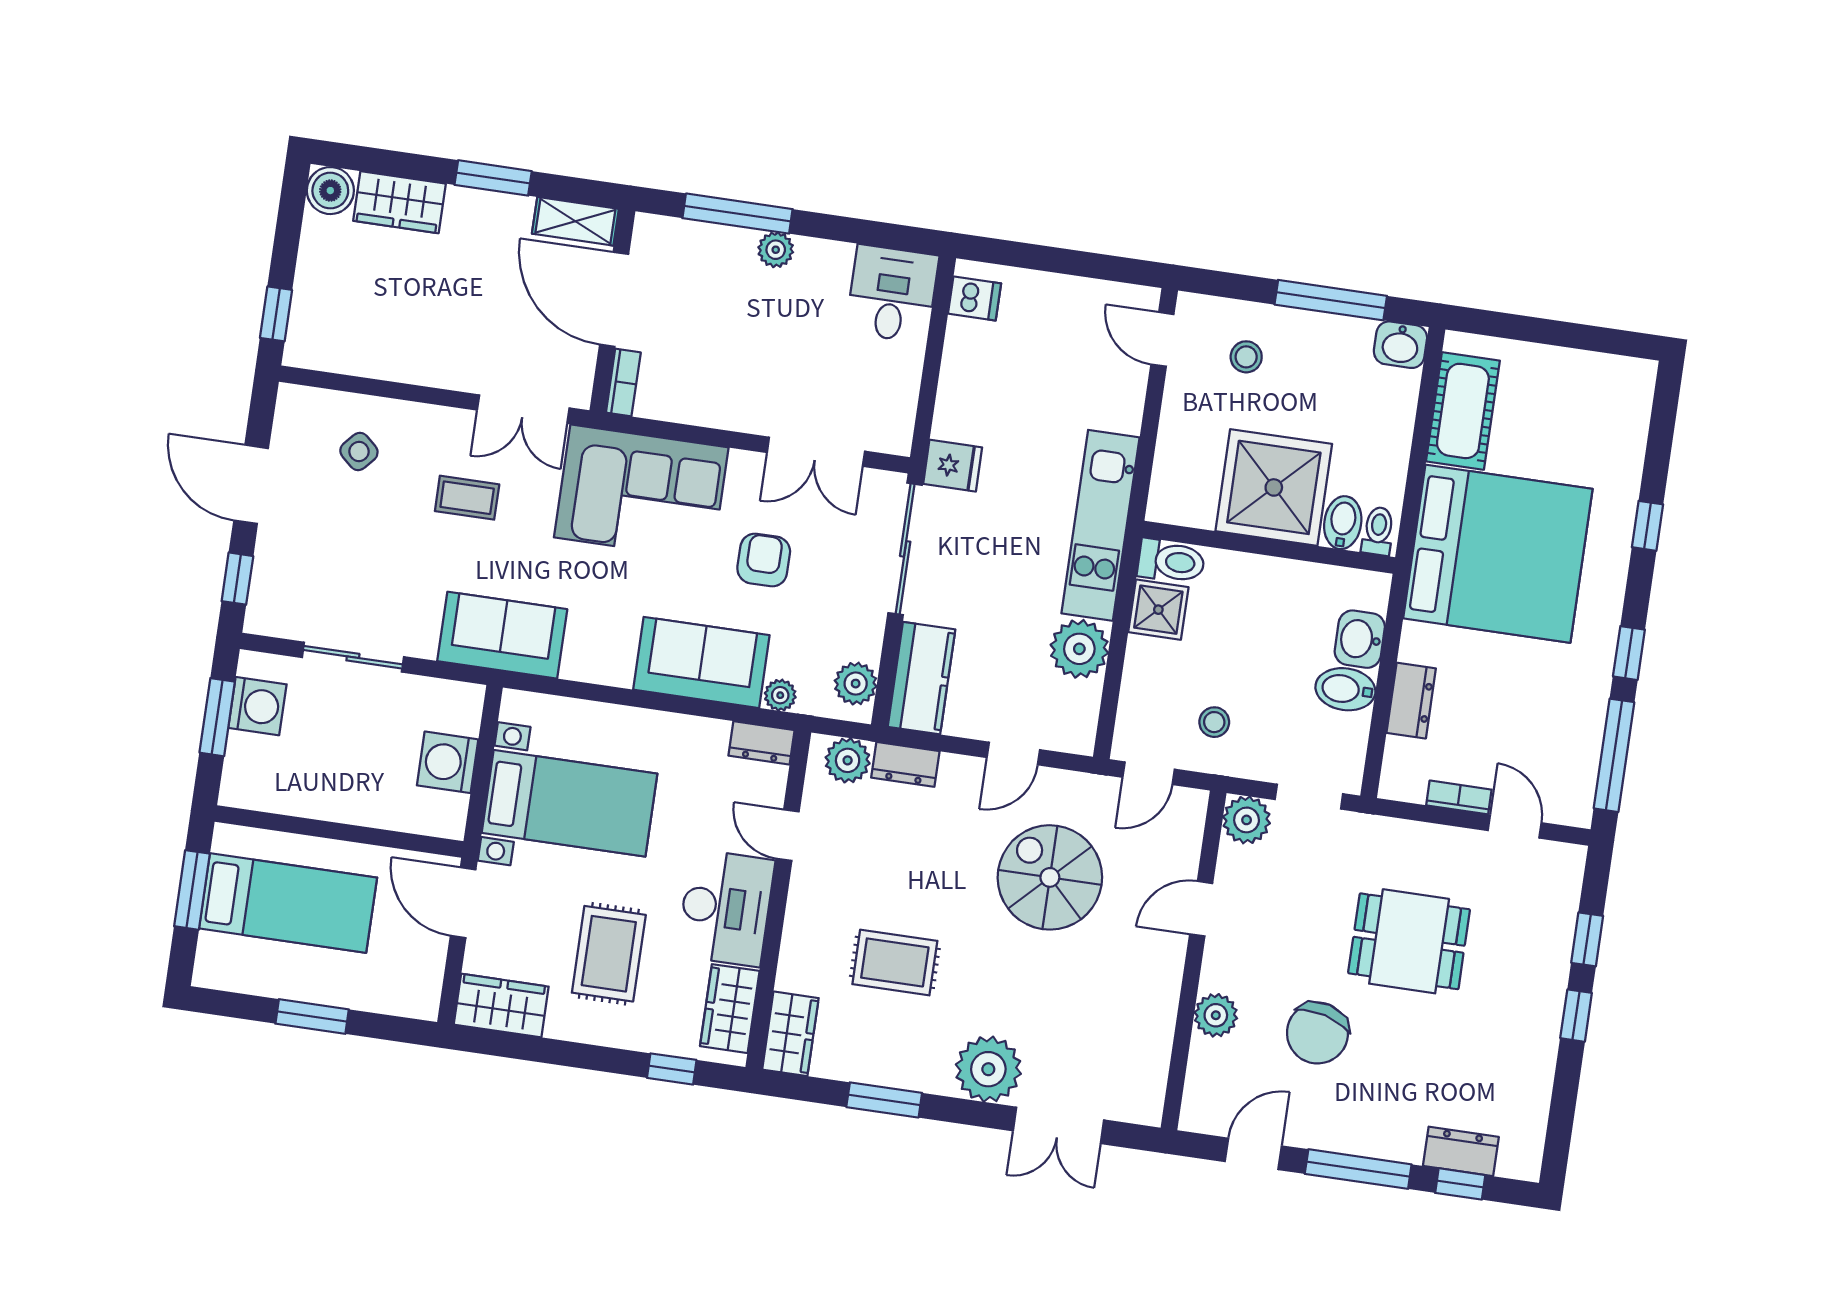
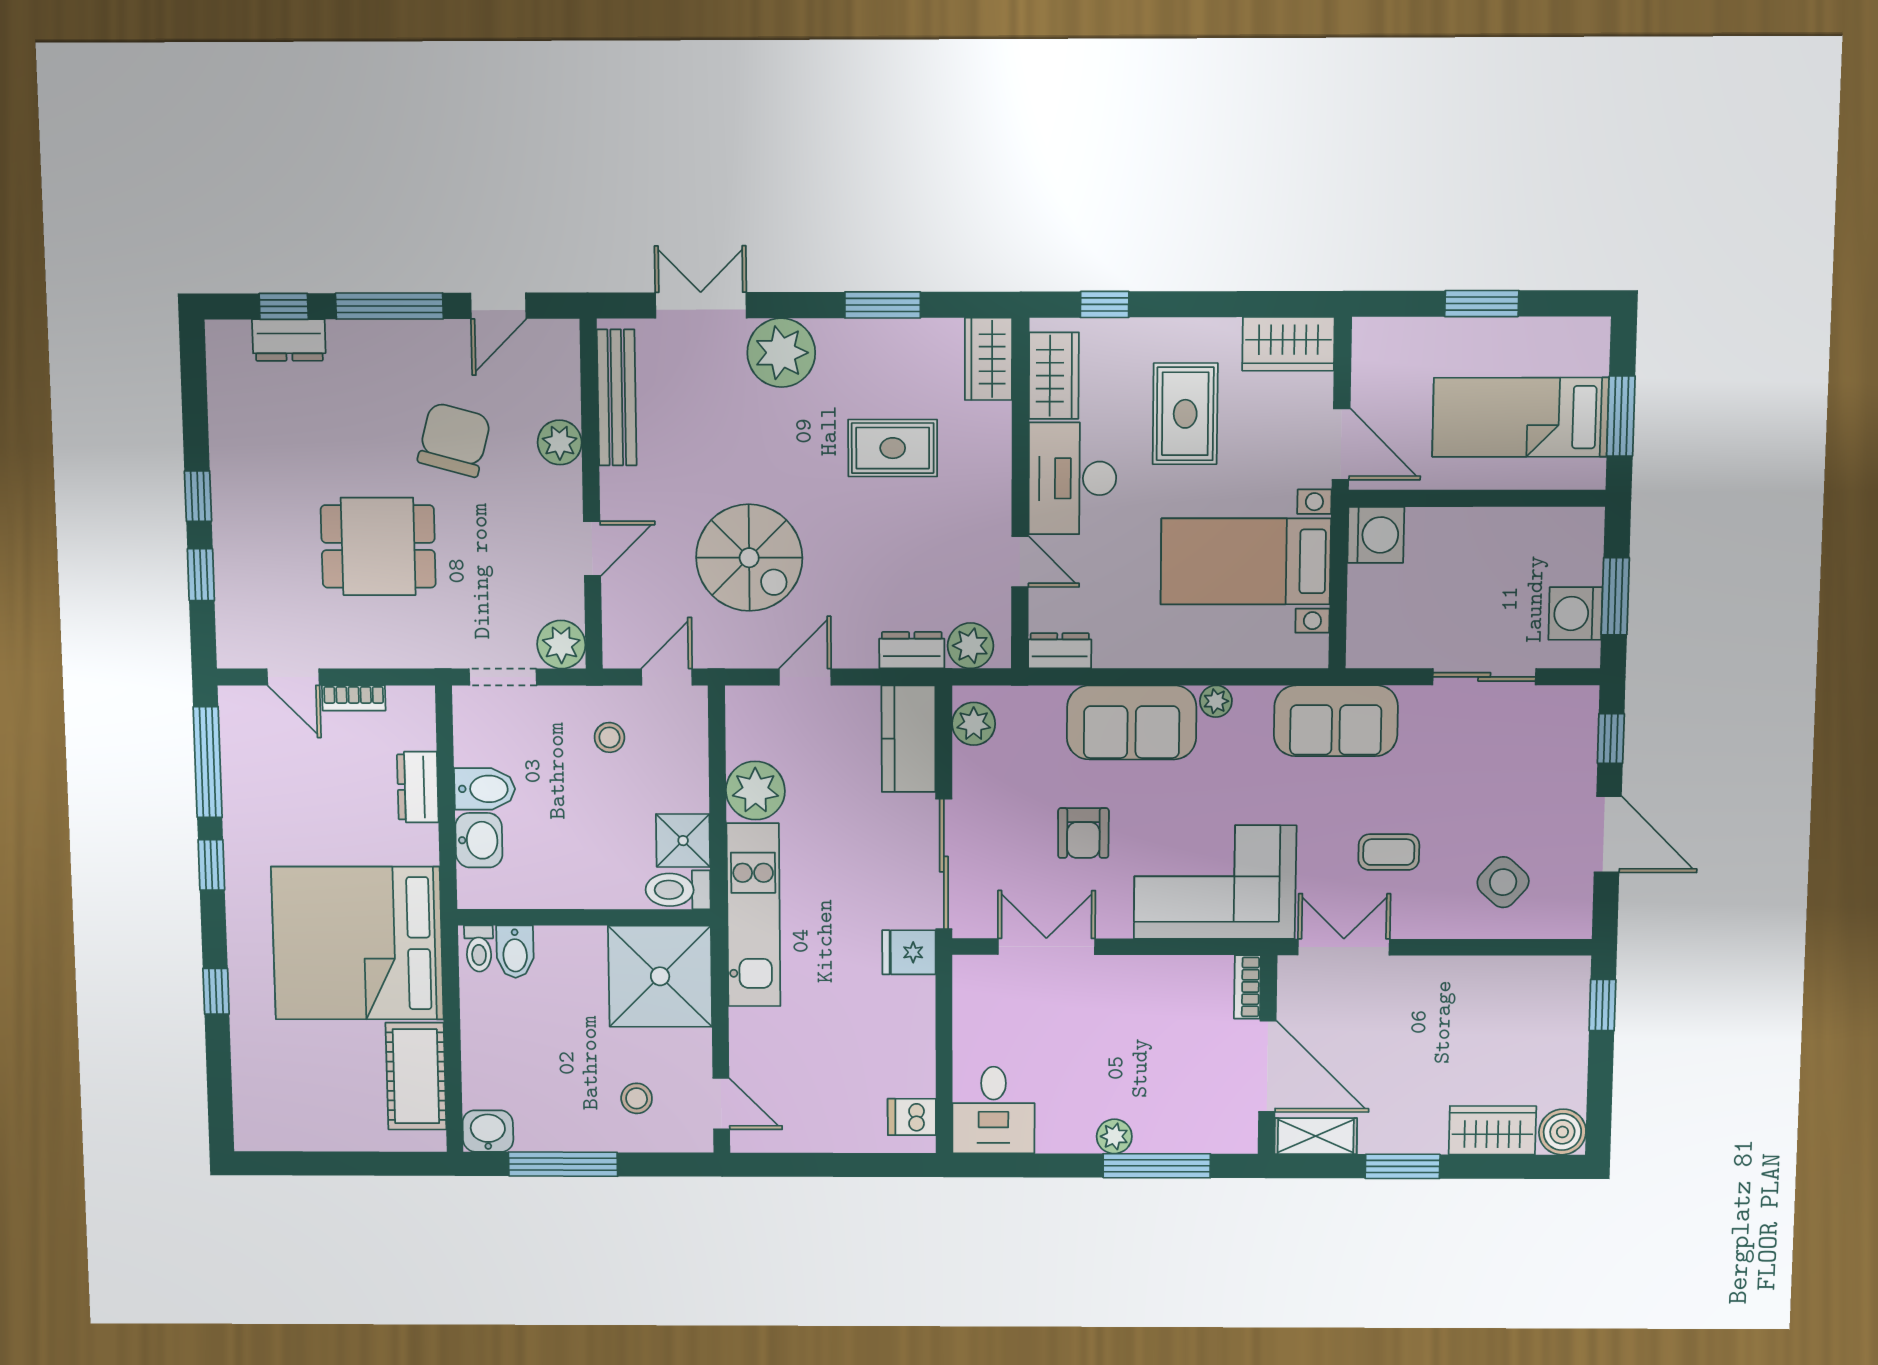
side table: (359, 452) -> (1503, 882), width x1.37, depth x1.37
shower: (1274, 487) -> (660, 976), moved
plant: (780, 695) -> (1216, 701), moved
washing machine: (448, 762) -> (1376, 535), moved
bench: (1154, 1050) -> (617, 398), added

